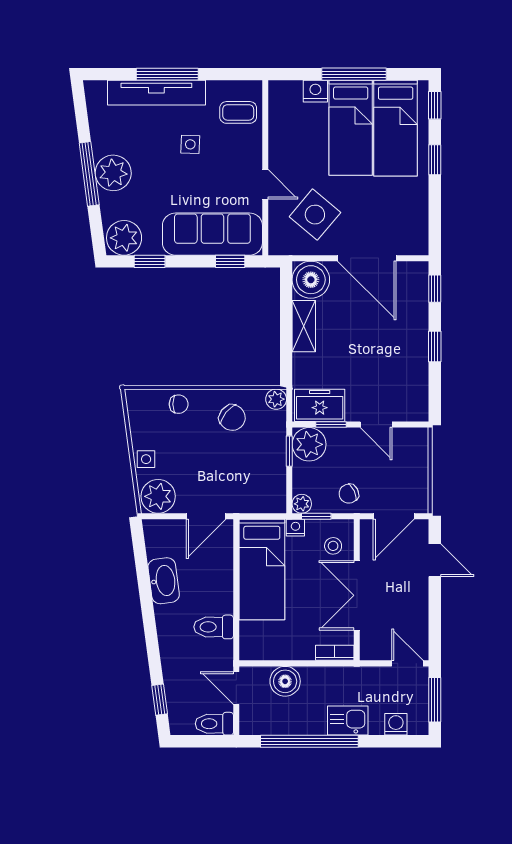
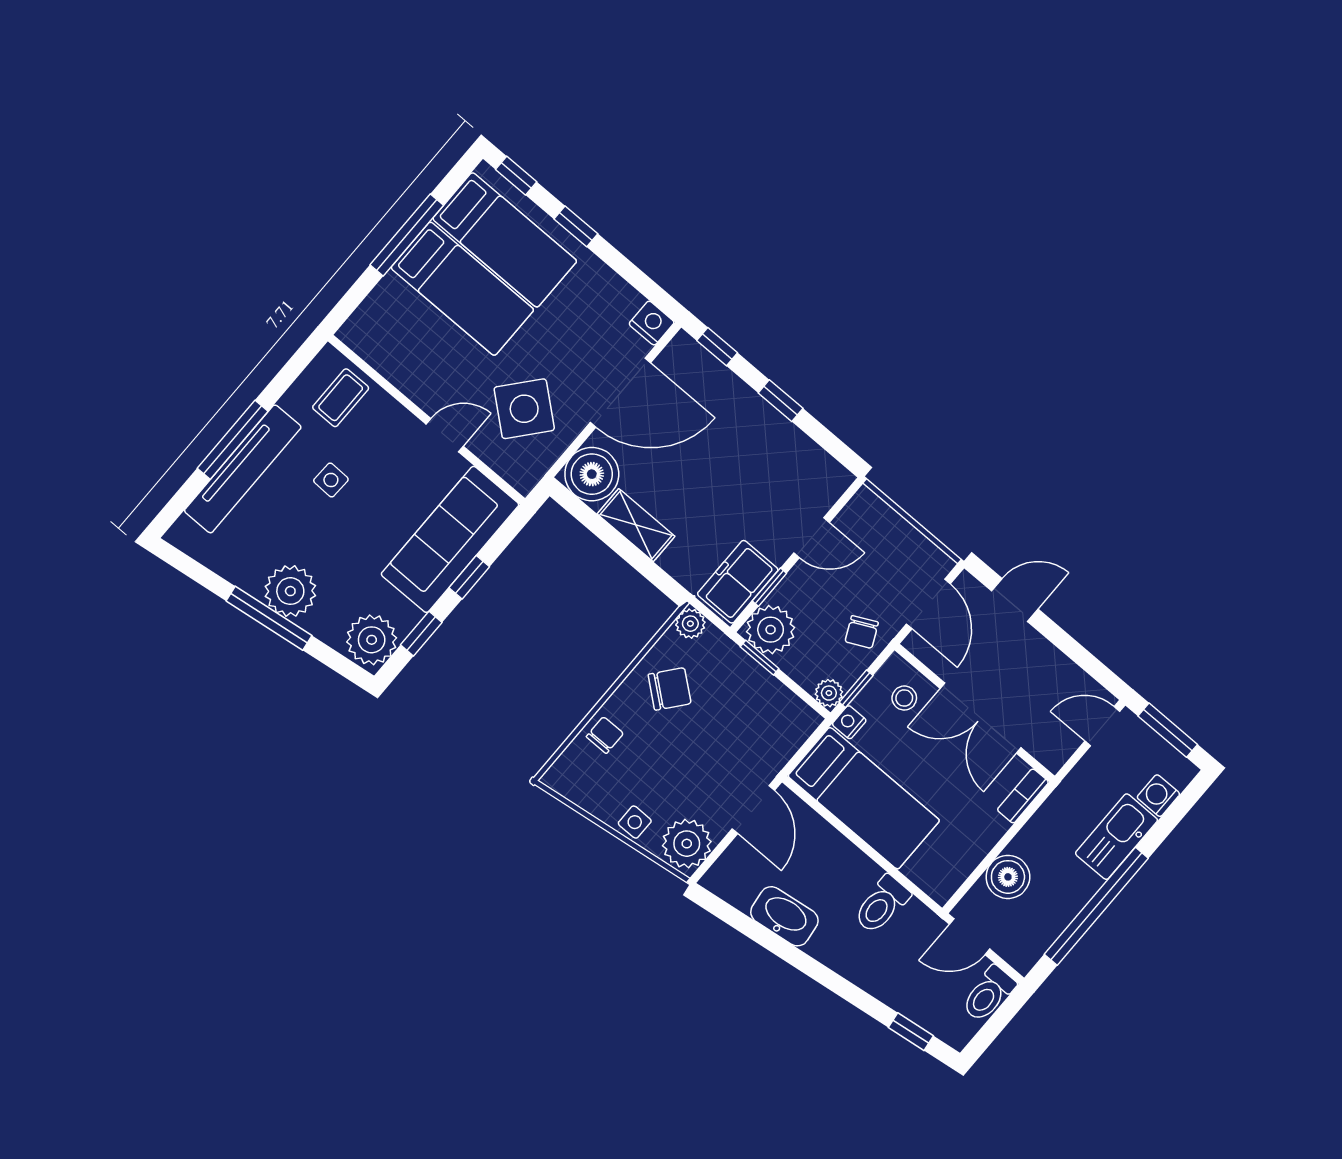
nightstand: (315, 91) -> (652, 323), moved, turned 90
window: (230, 261) -> (469, 577), moved
kitchen sink: (348, 721) -> (1116, 837), width x1.38

